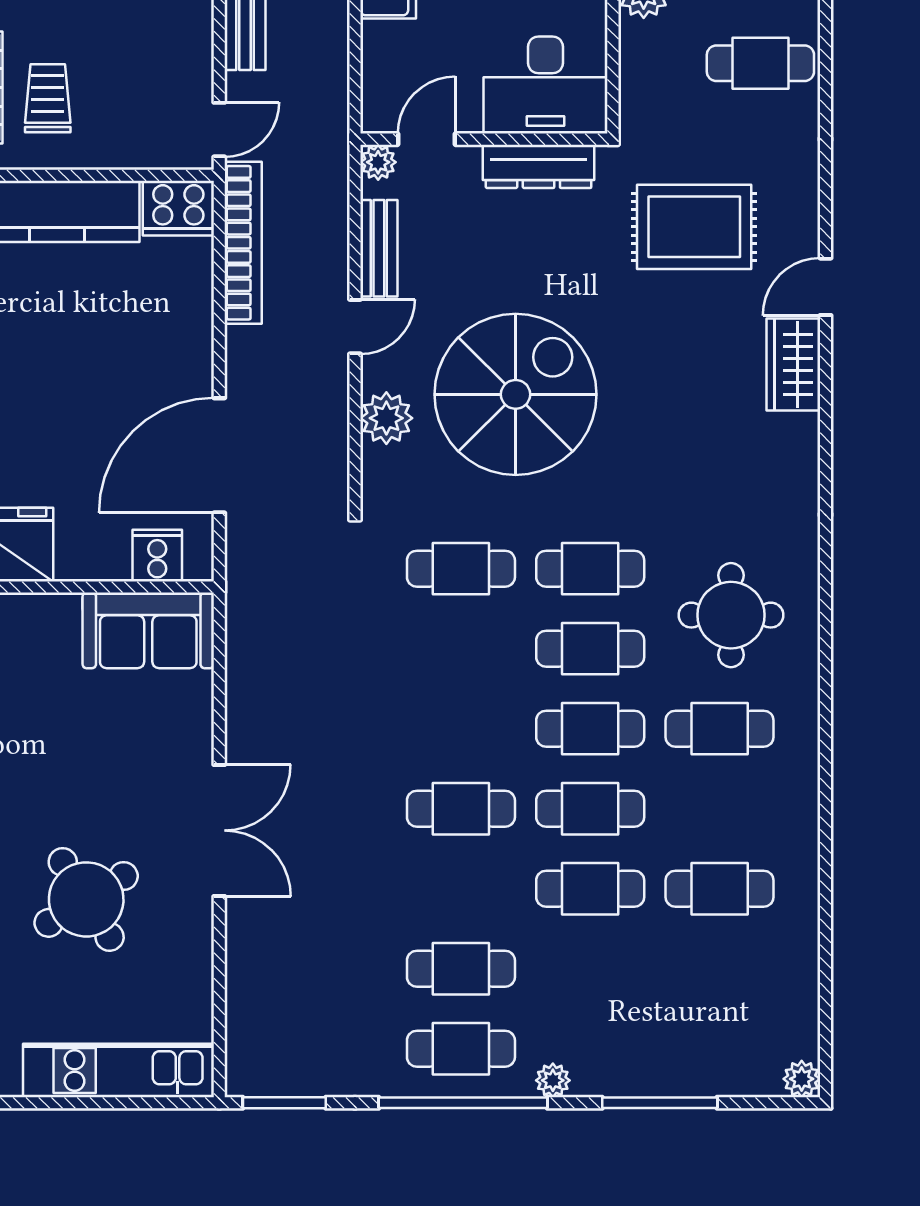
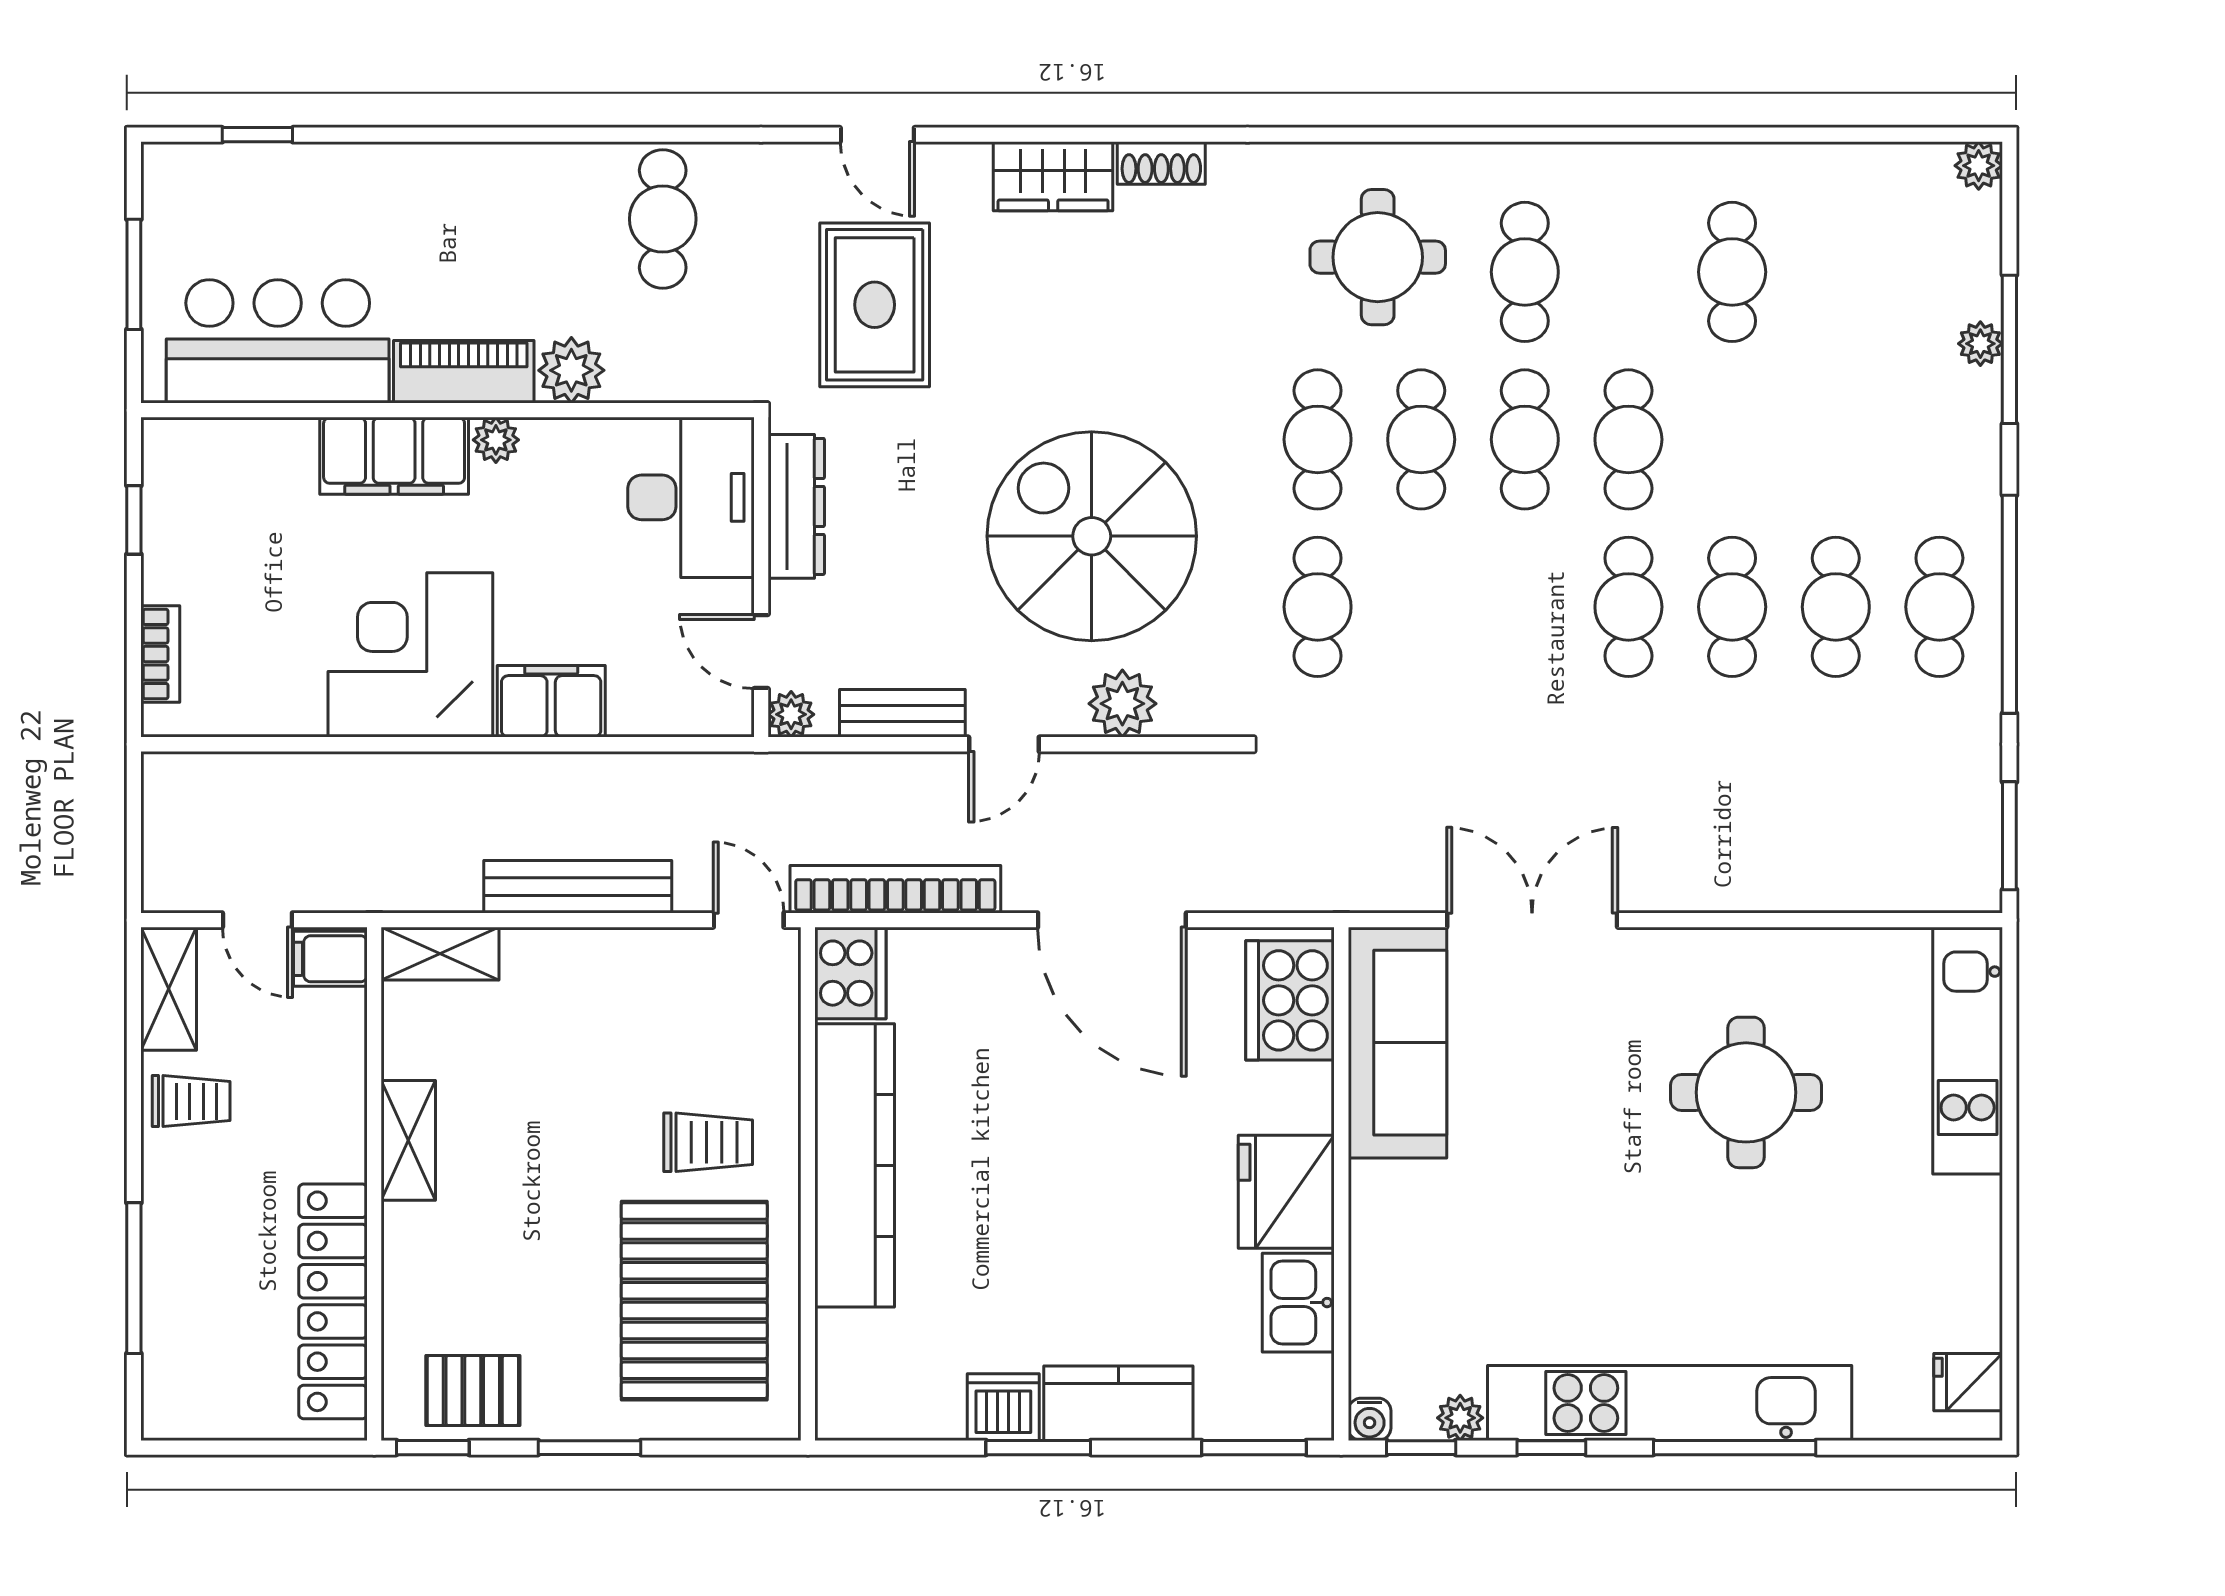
trolley: (48, 98) -> (708, 1142), turned 180
door: (825, 287) -> (877, 135), moved
door: (355, 327) -> (1004, 744), swing flipped
shoe rack: (804, 448) -> (1161, 163), added
door: (219, 455) -> (1112, 920), moved
cooker: (157, 556) -> (1290, 1000), width x1.87, depth x1.31
sofa: (148, 630) -> (1397, 1043), width x1.36
double door: (219, 830) -> (1532, 920), moved
cafe table: (590, 889) -> (1732, 607), moved
round table: (86, 899) -> (1746, 1092), turned 32
plant: (553, 1080) -> (1980, 344), moved

